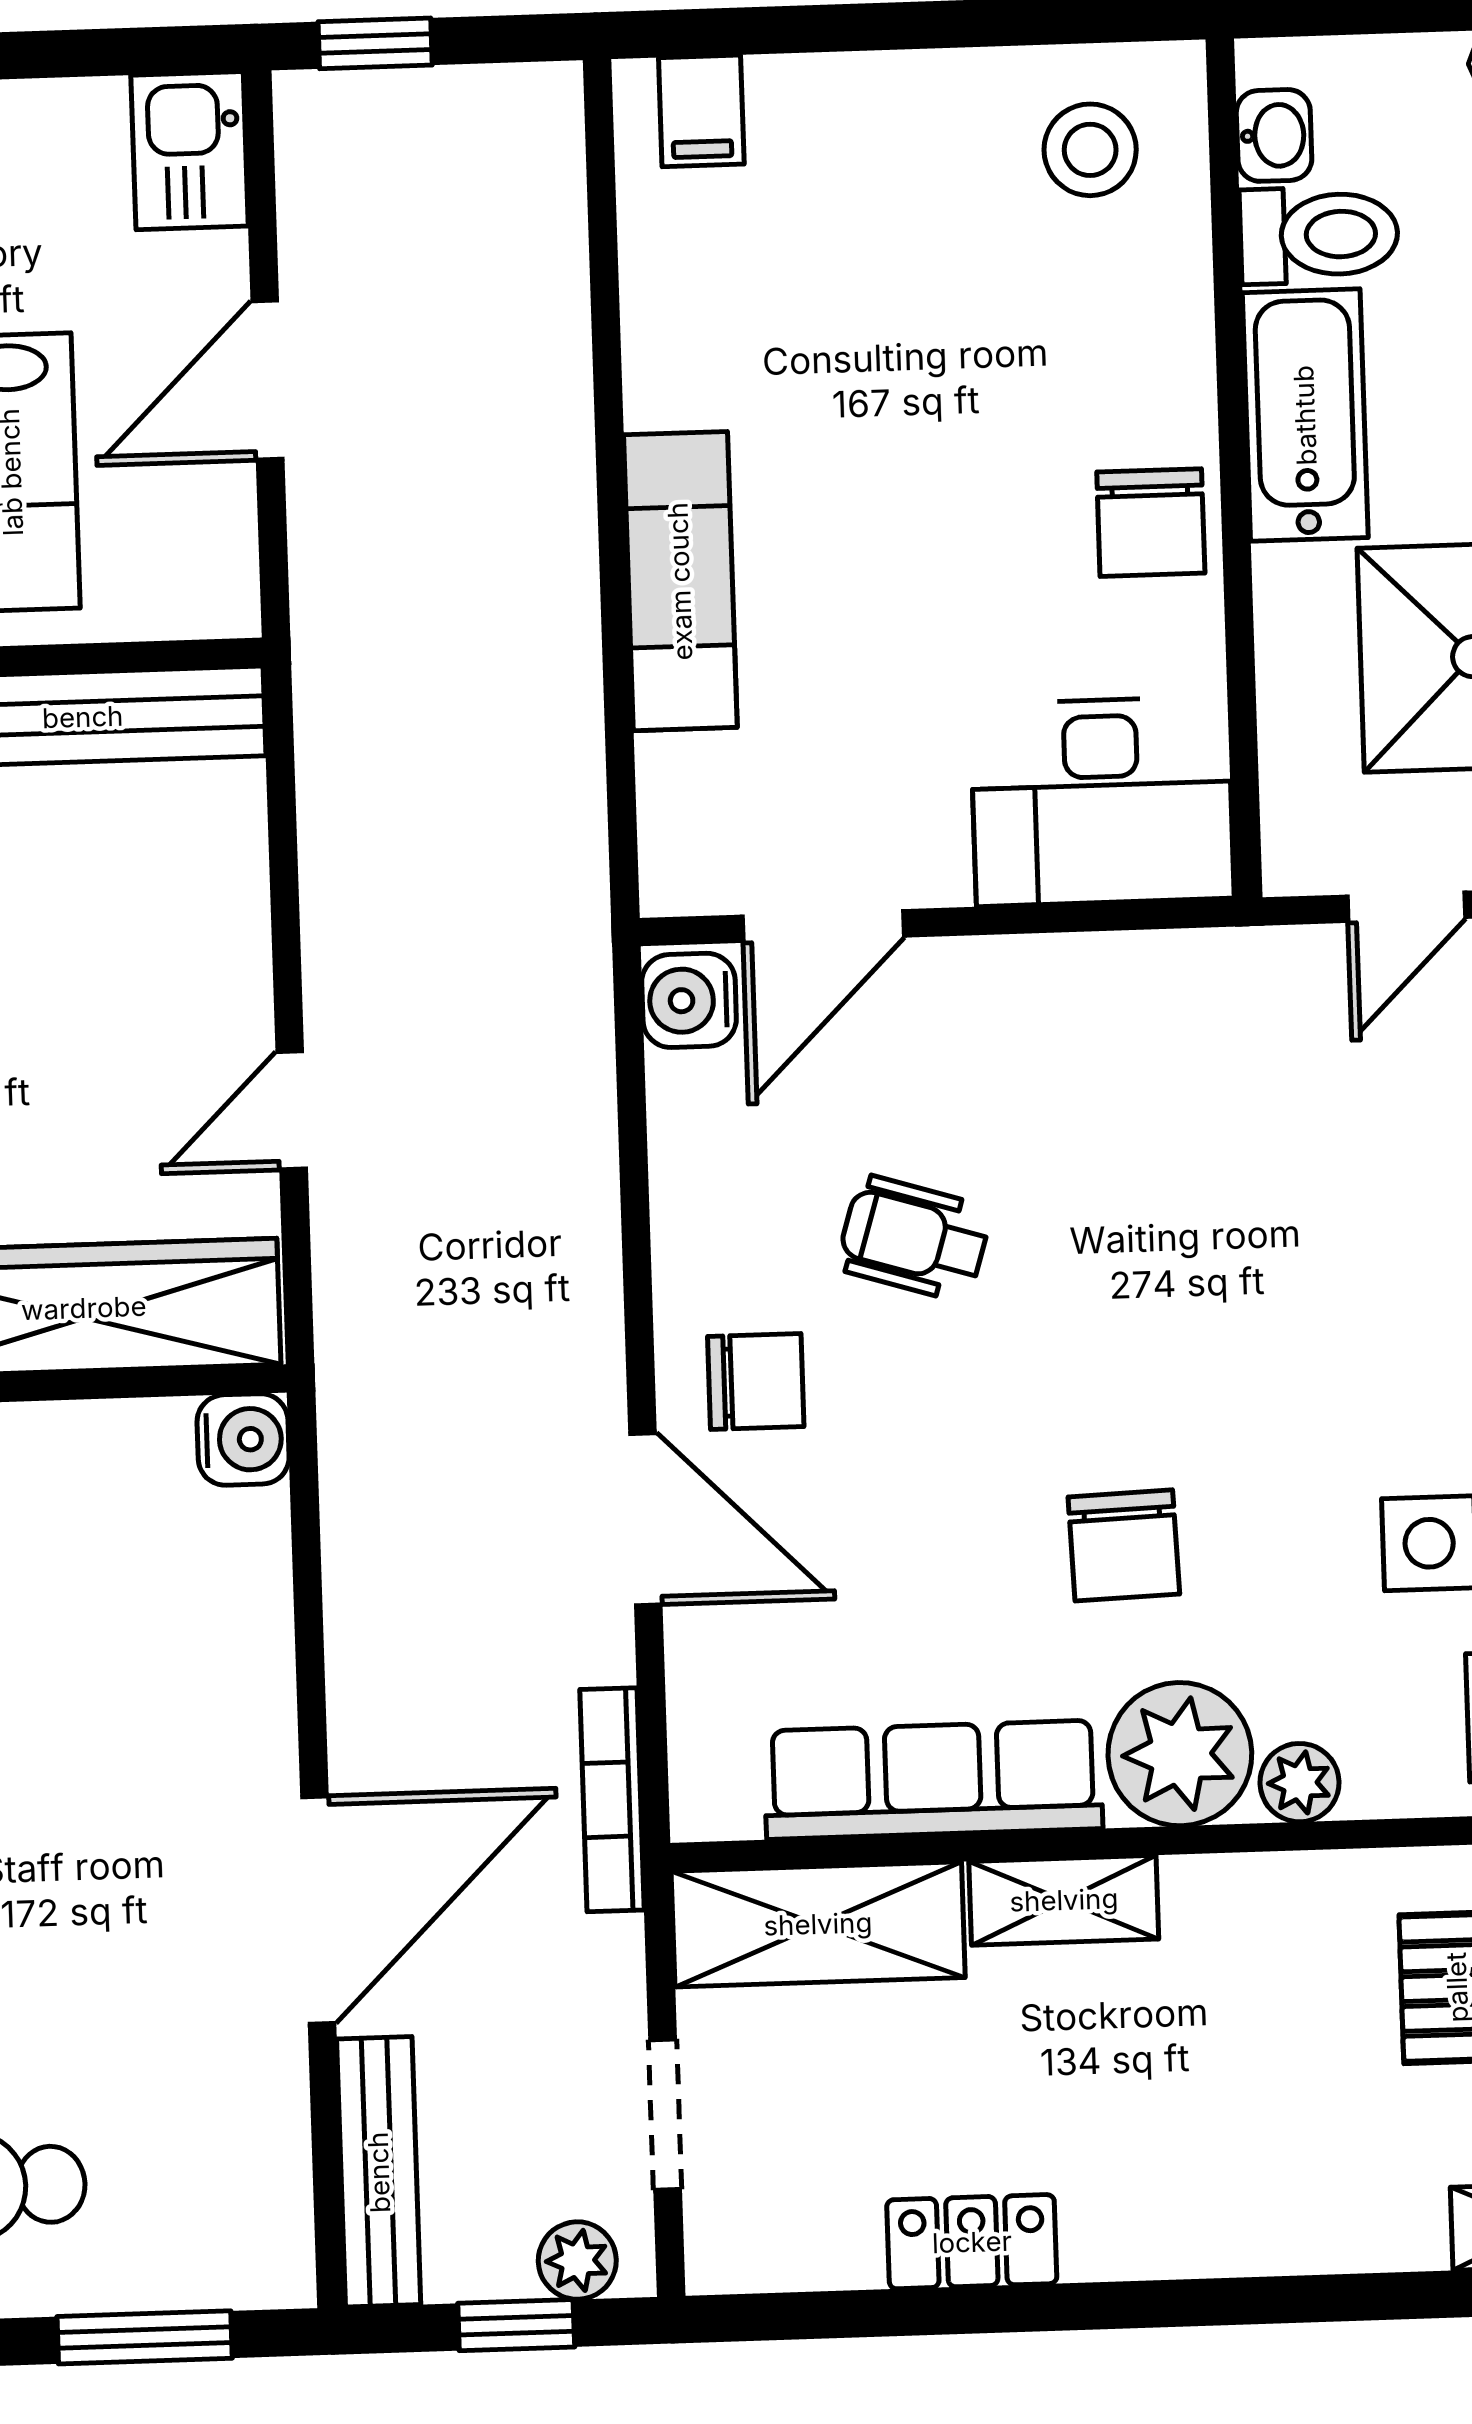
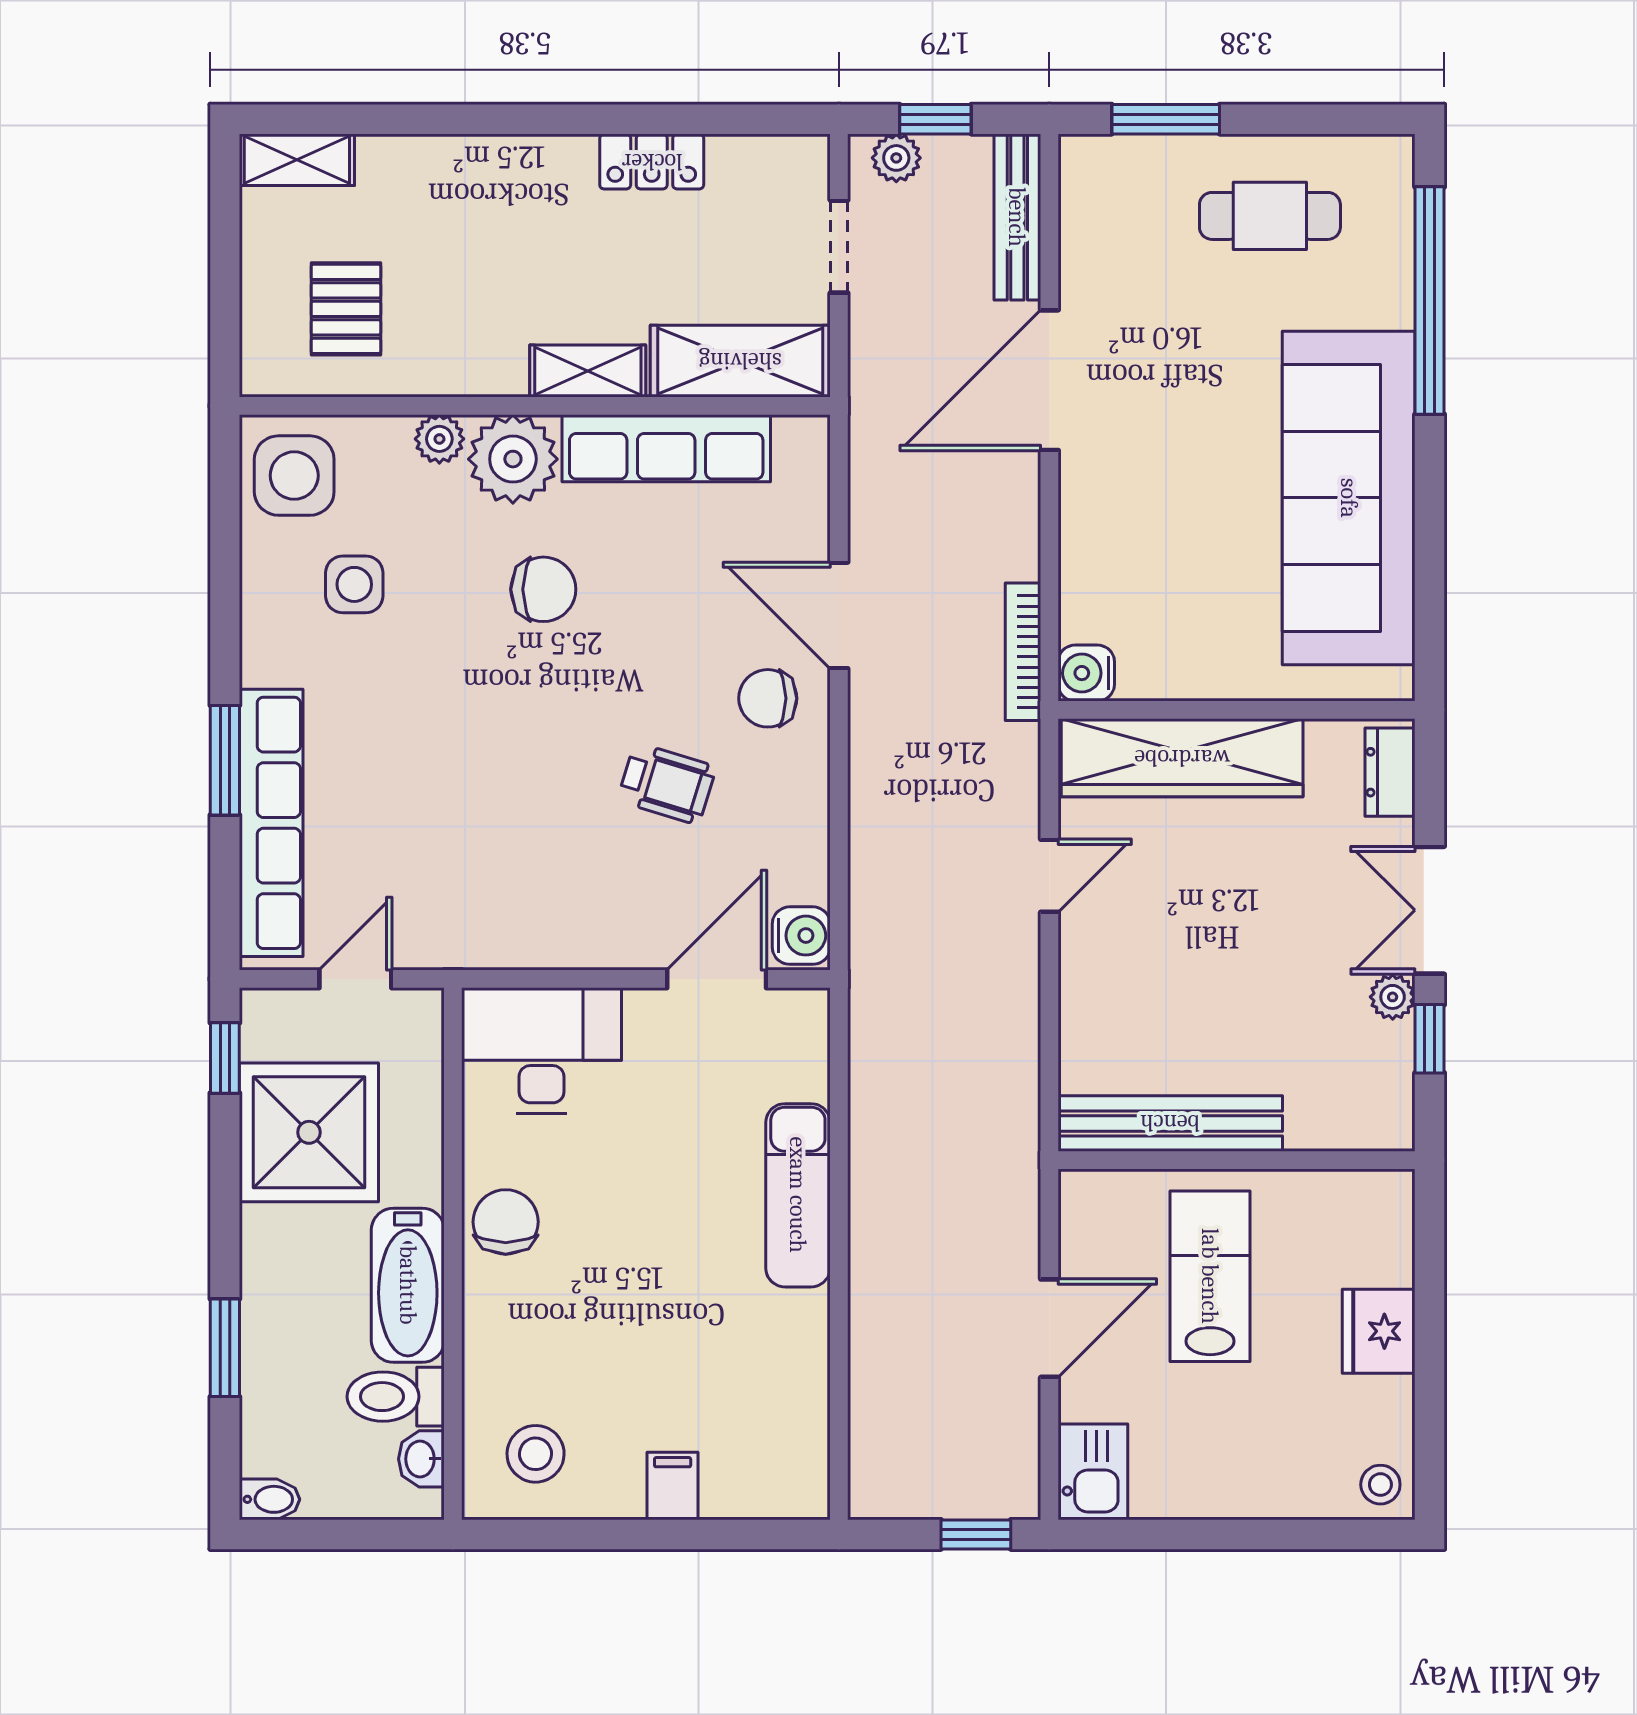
filing cabinet: (701, 111) -> (673, 1486), moved
chair: (1124, 1545) -> (543, 589), turned 92
bookcase: (612, 1800) -> (1023, 652), moved, turned 180

